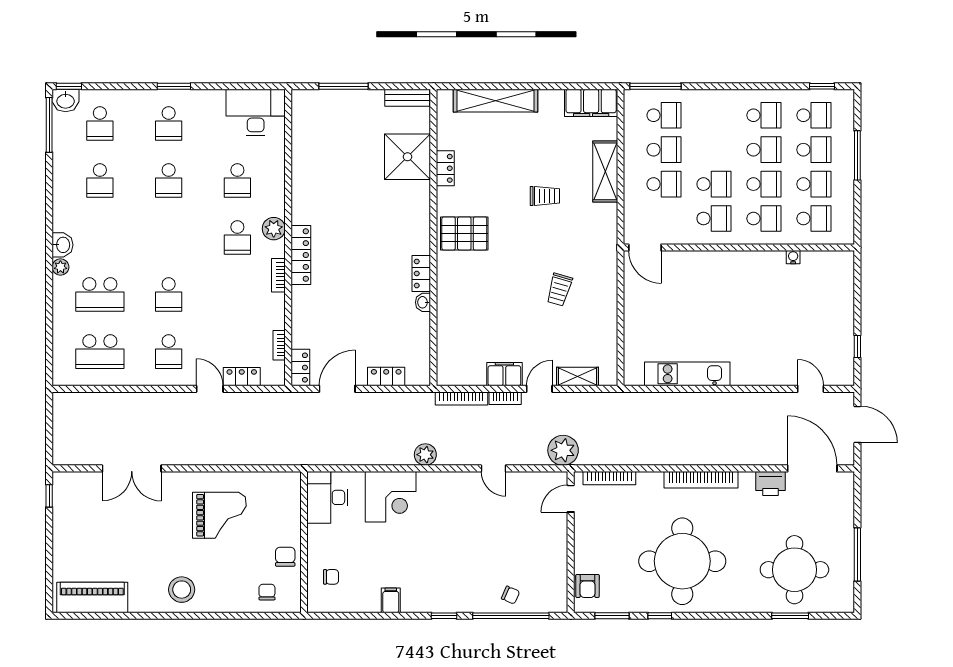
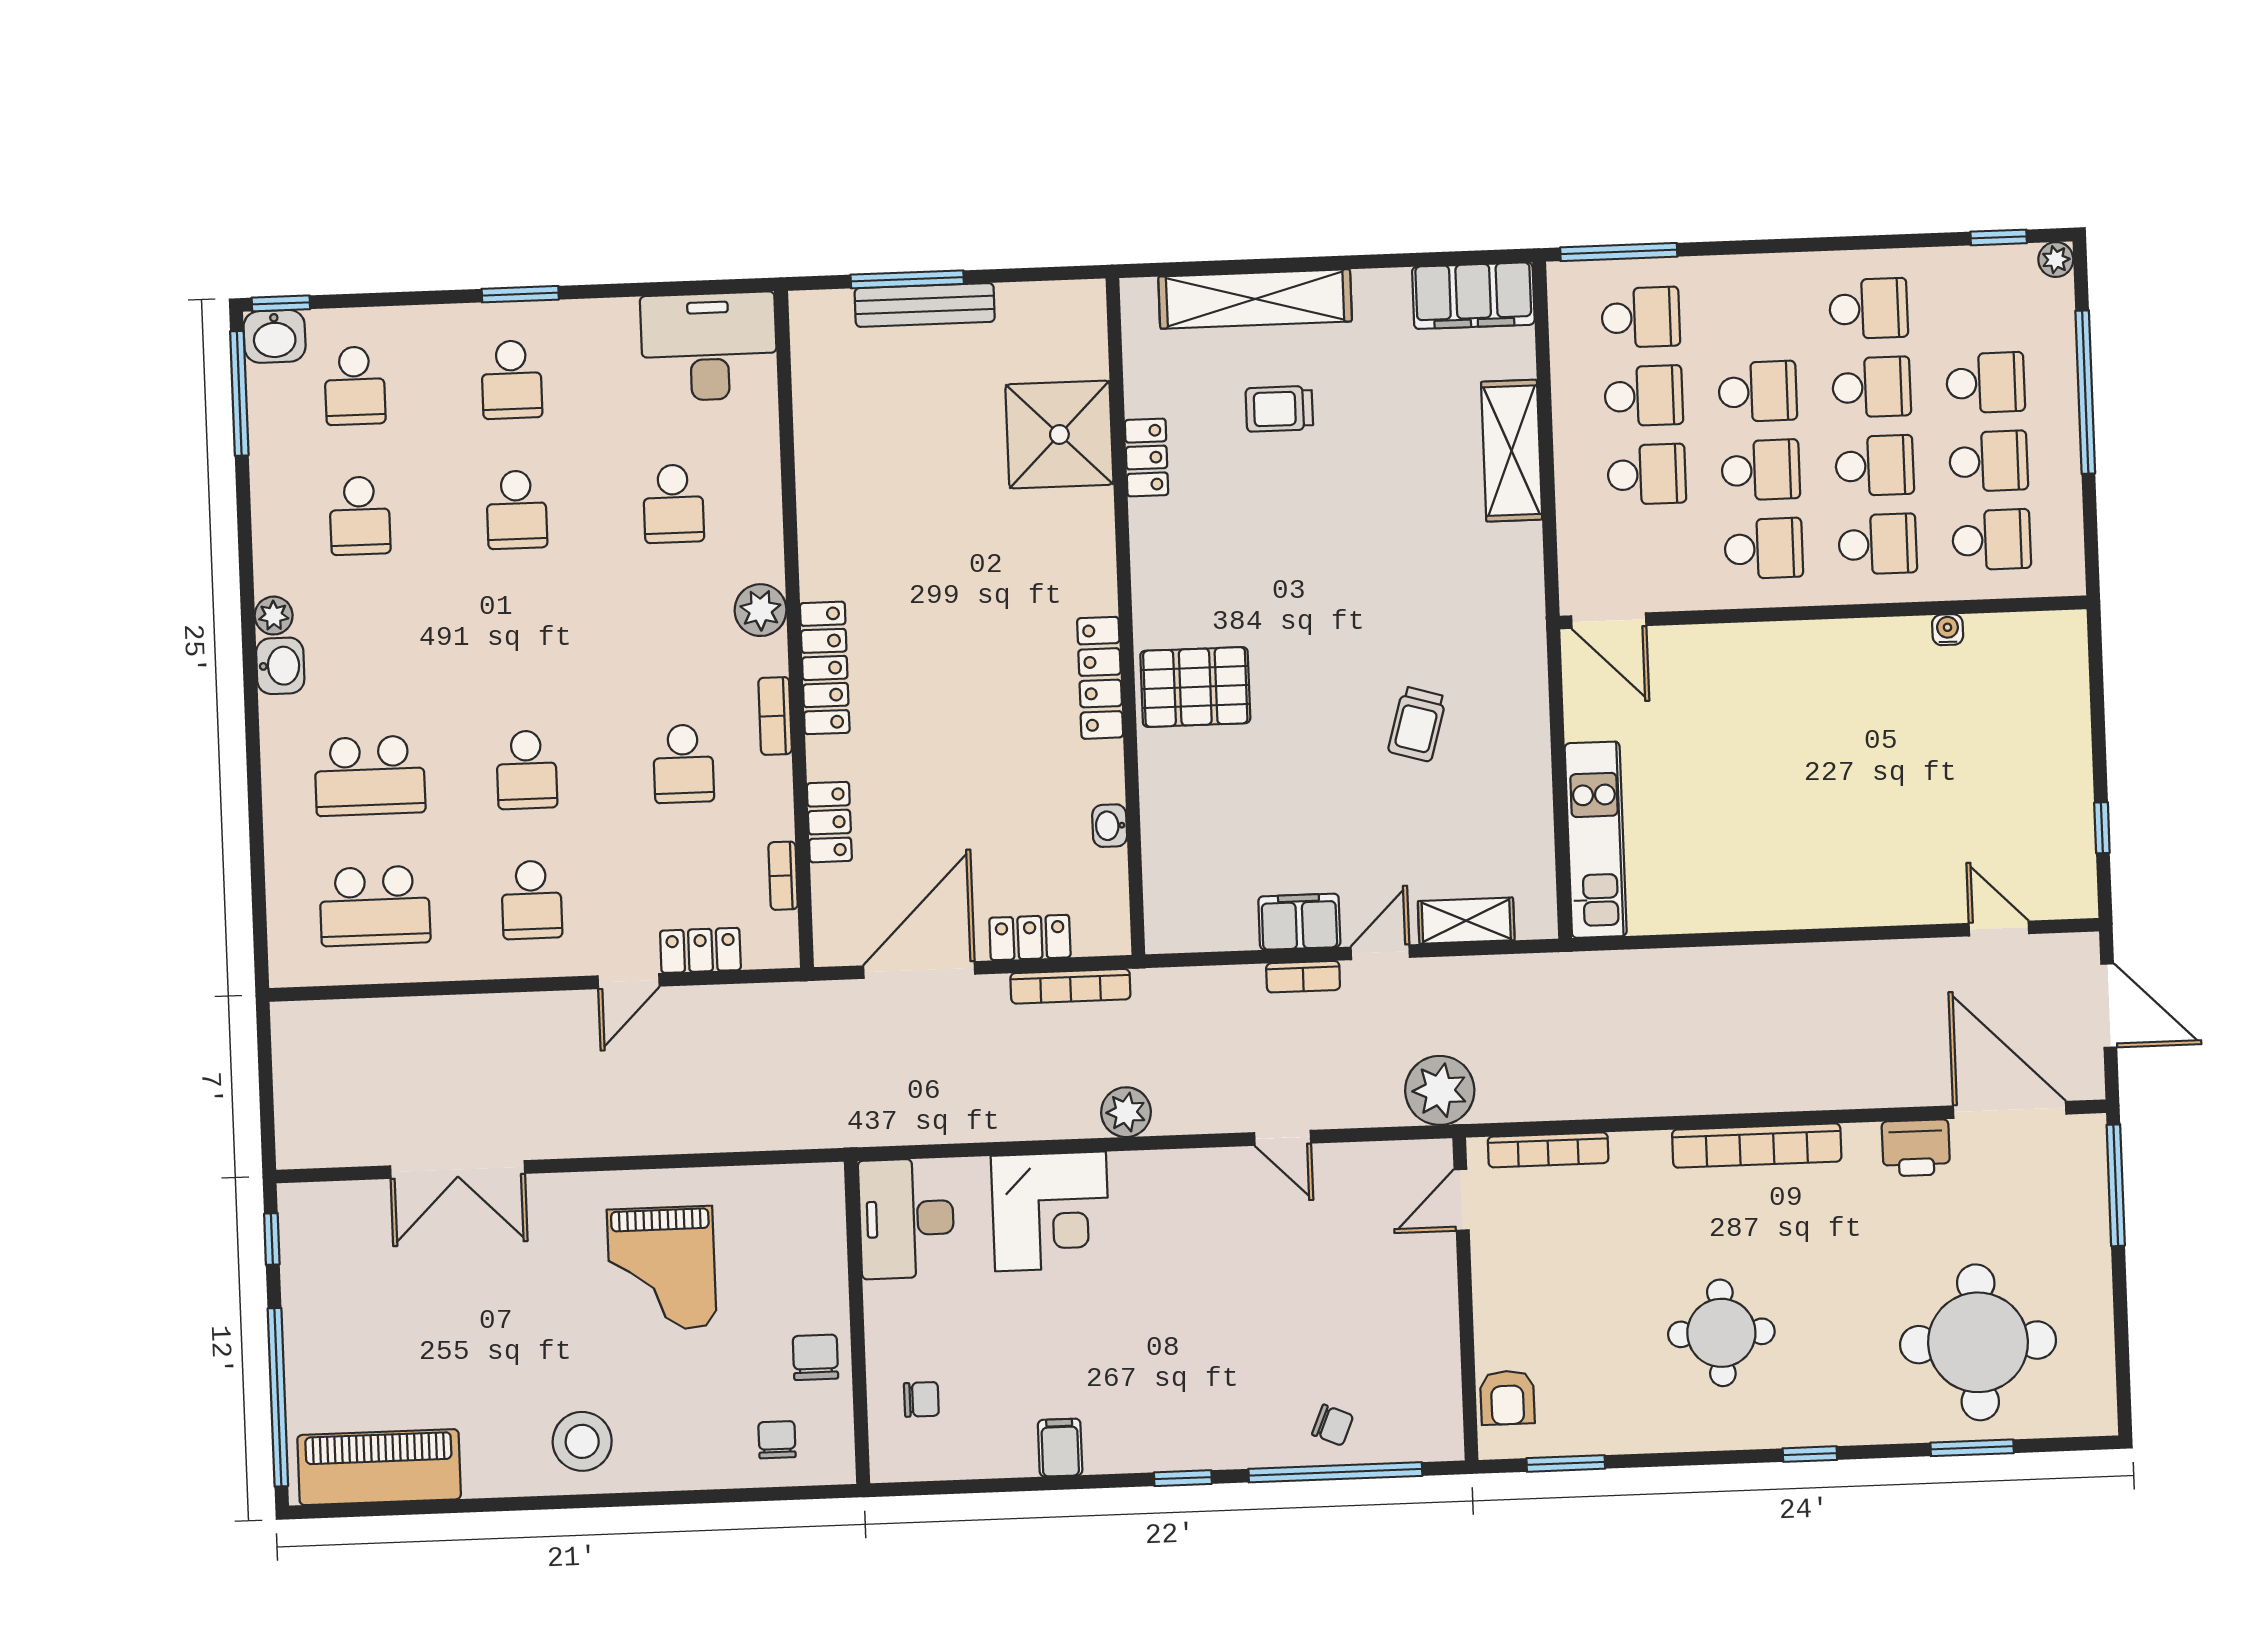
plant: (847, 97) -> (2056, 260), added
bench: (407, 98) -> (925, 305), moved, width x1.36
school desk: (814, 115) -> (1758, 391), moved
window: (857, 155) -> (2085, 392), width x1.46
trolley: (545, 196) -> (1279, 409), moved, turned 180
pallet: (464, 233) -> (1195, 687), moved
school desk: (237, 238) -> (683, 764), moved
plant: (60, 267) -> (274, 616), moved
locker: (421, 273) -> (1100, 678), width x1.53
washbasin: (423, 302) -> (1110, 826), moved
locker: (300, 368) -> (829, 822), moved
kitchen unit: (687, 374) -> (1596, 840), moved, turned 90
door: (210, 389) -> (629, 981), swing flipped
door: (337, 389) -> (919, 970), width x1.36
bookcase: (461, 398) -> (1070, 986), moved
grand piano: (219, 515) -> (662, 1269), turned 90
window: (857, 554) -> (2116, 1185), moved
round table: (682, 561) -> (1721, 1333), width x0.54, depth x0.54
window: (49, 565) -> (278, 1397), added
window: (660, 616) -> (1810, 1454), moved

